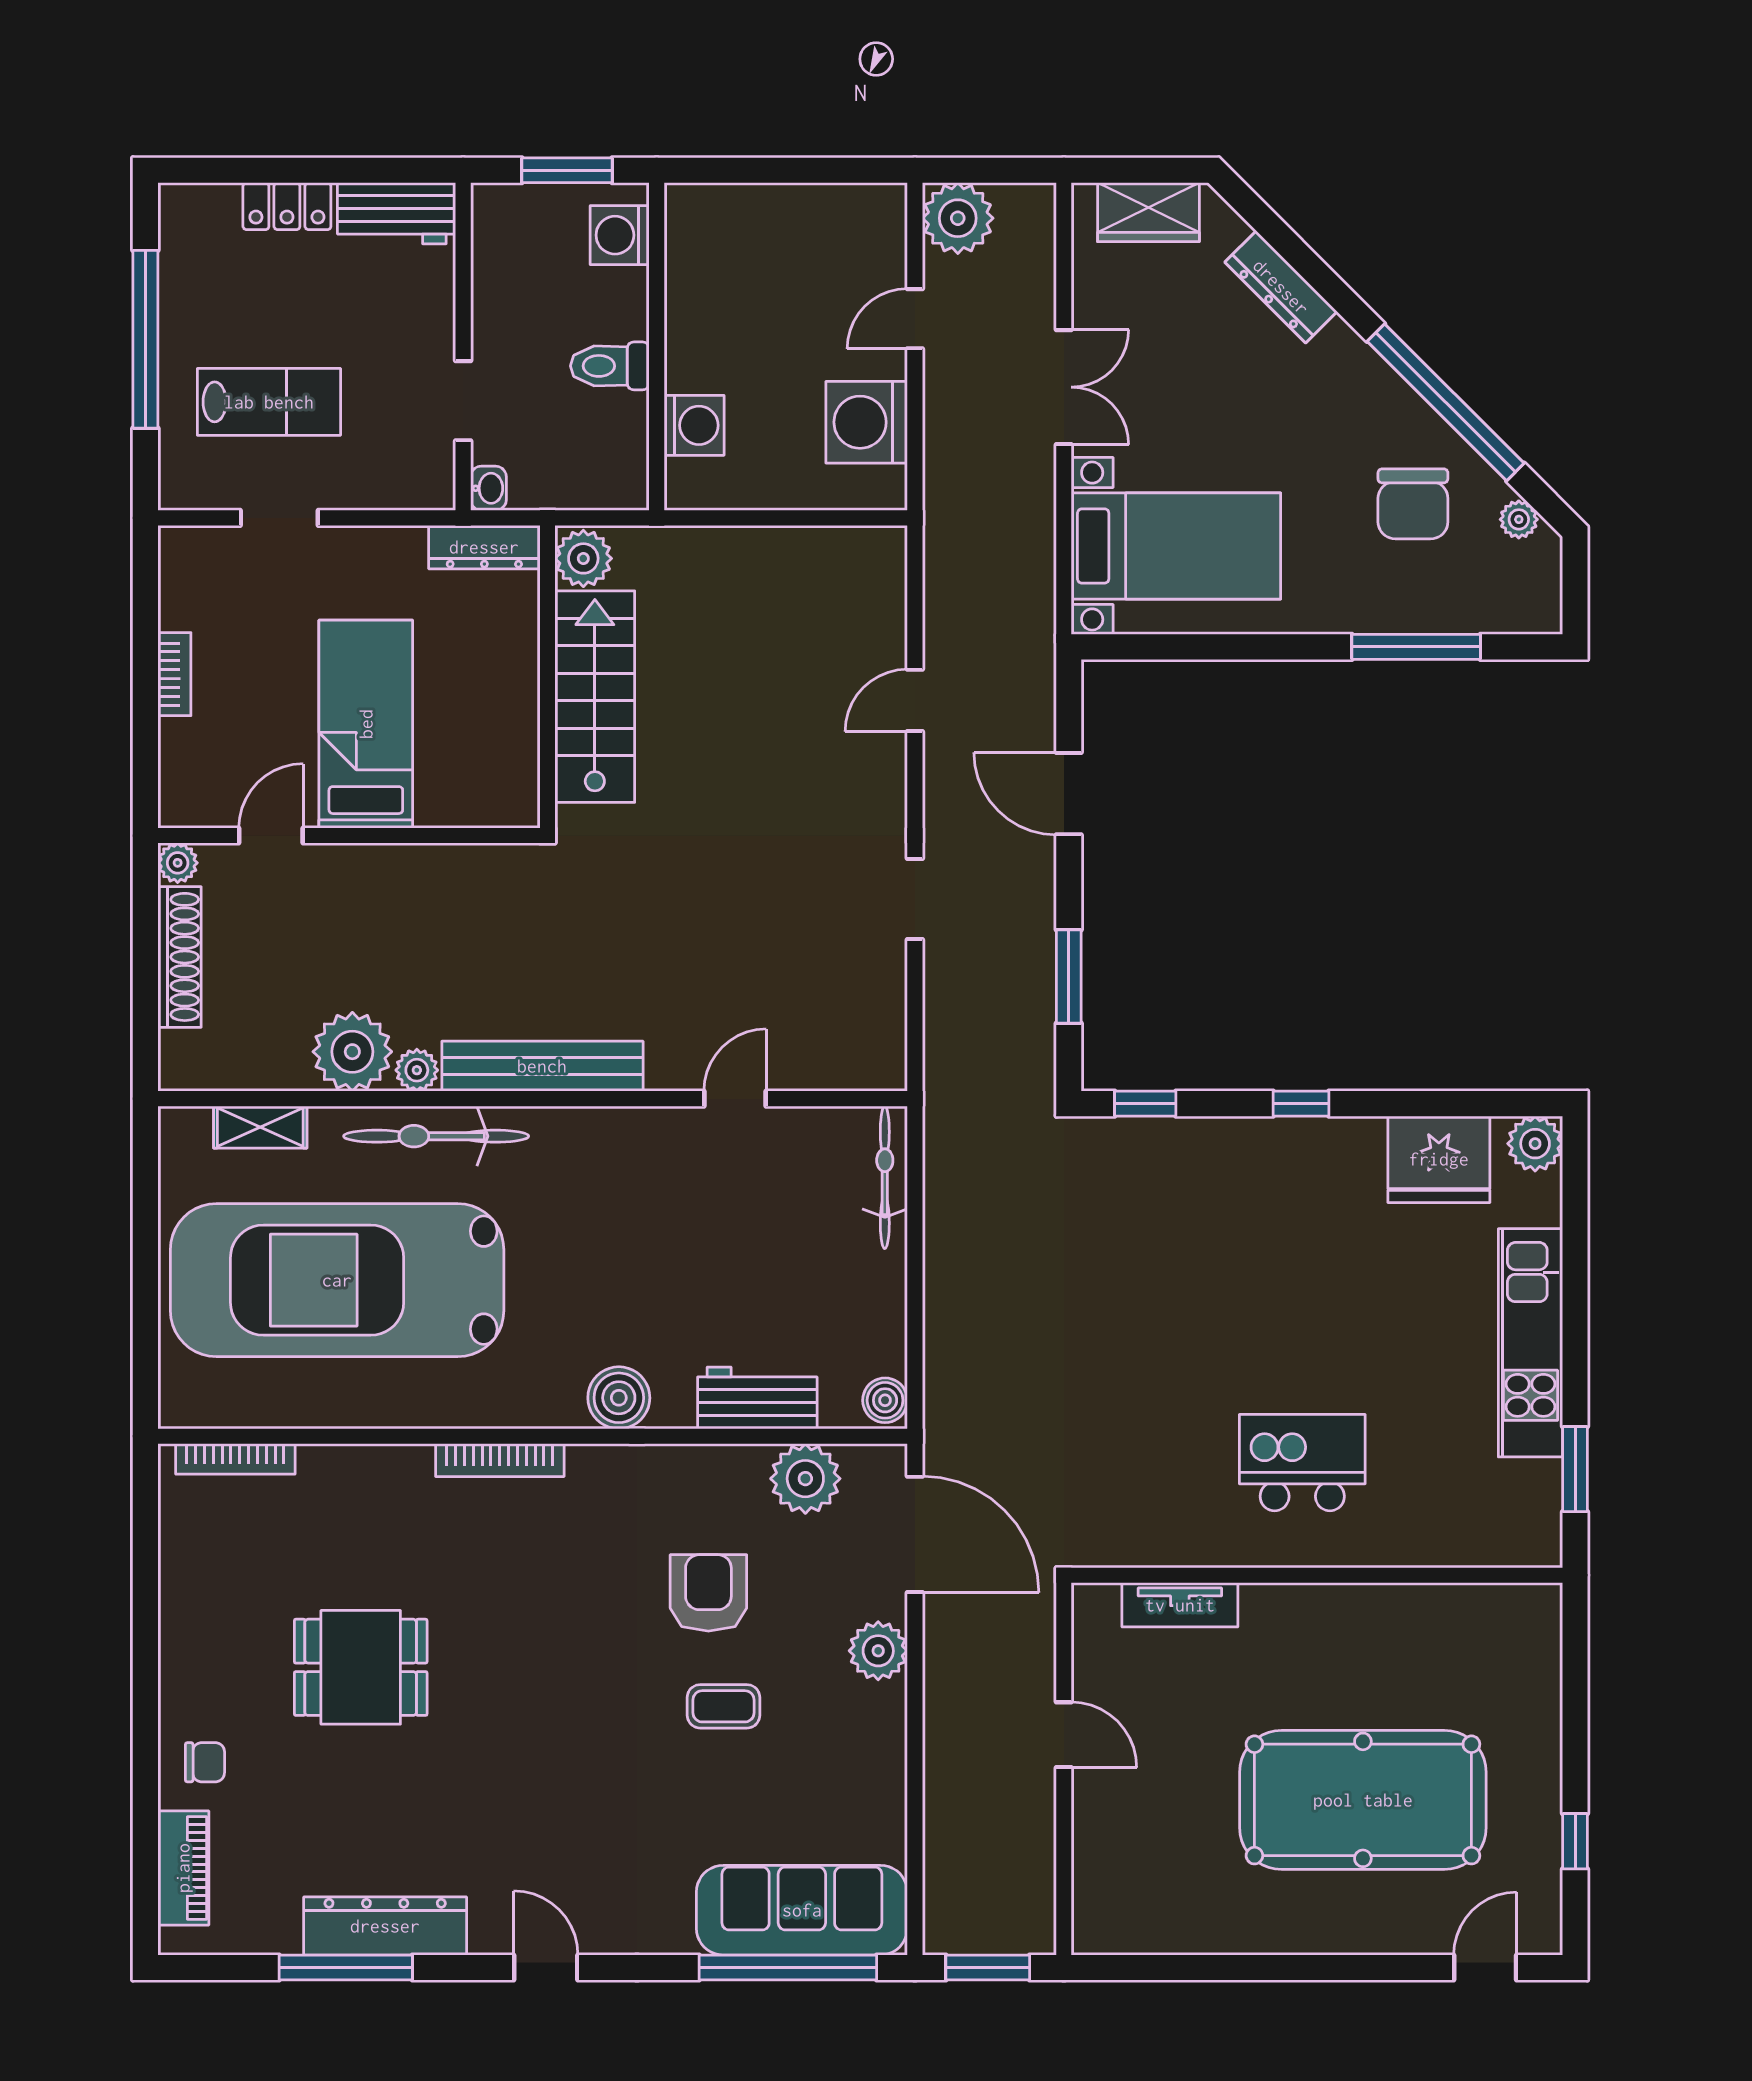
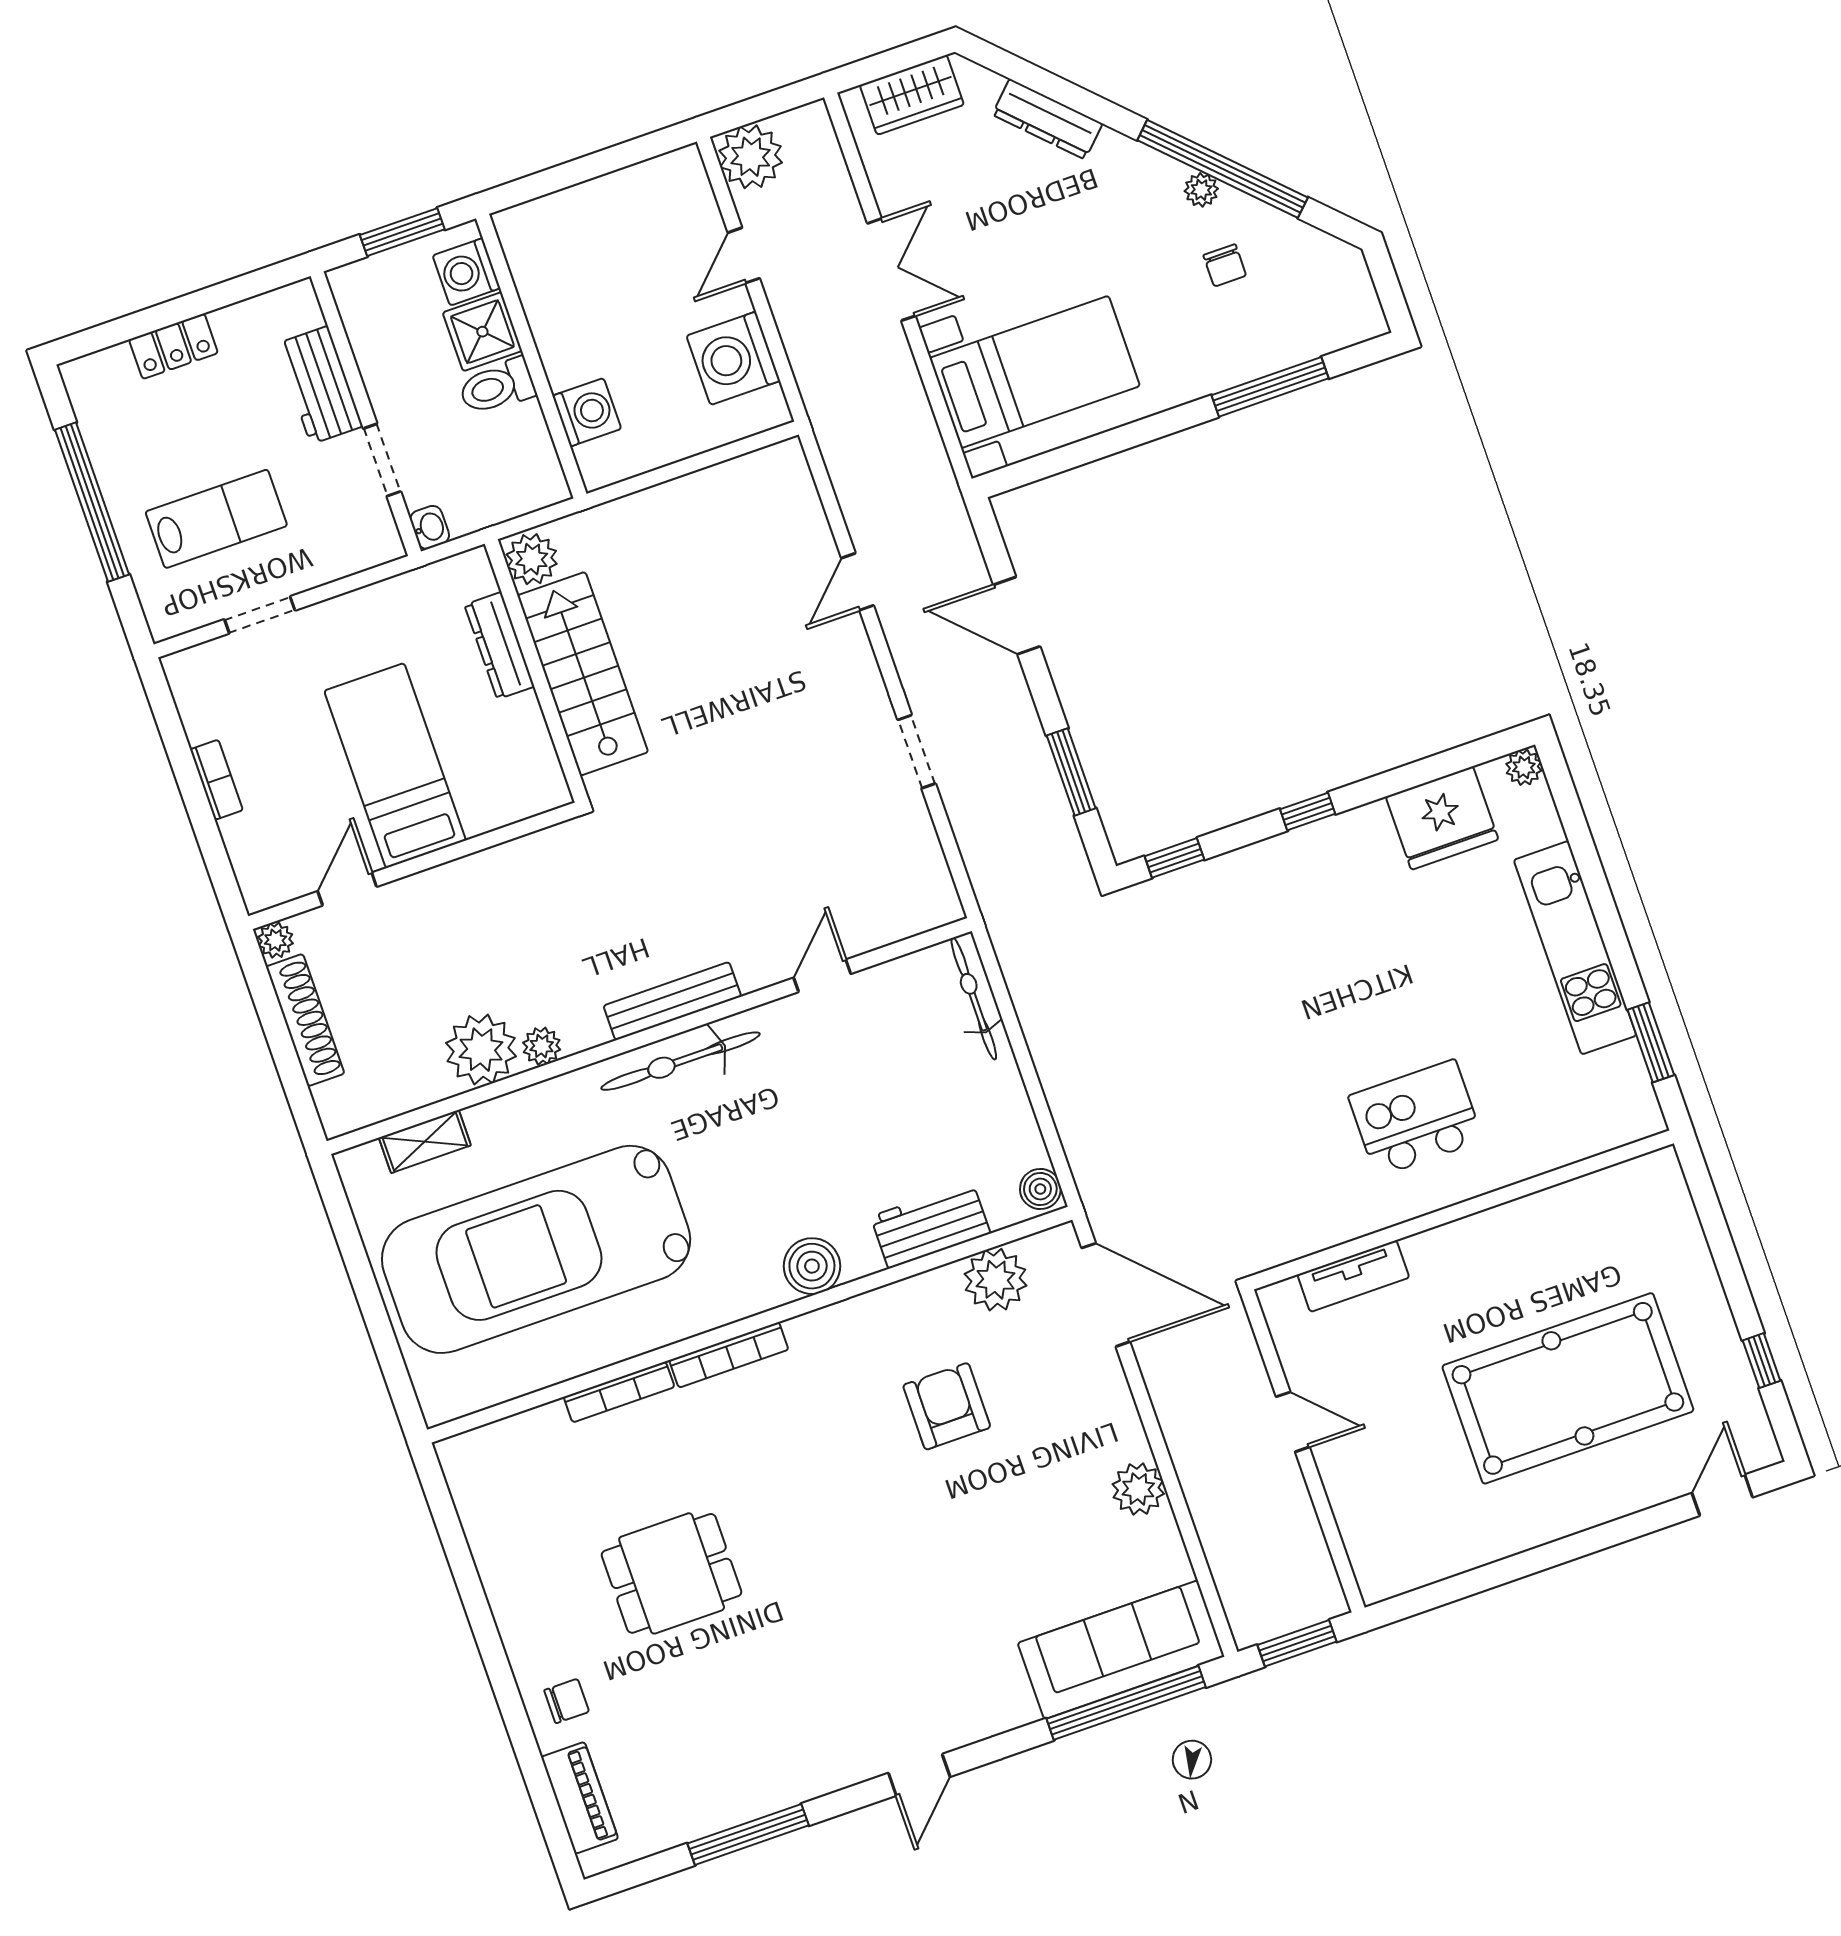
workbench: (397, 213) -> (319, 385), moved, turned 90
shower: (615, 303) -> (482, 332), added
chair: (1413, 504) -> (1225, 265), width x0.54, depth x0.54
plant: (1519, 519) -> (1201, 190), moved
dresser: (484, 547) -> (499, 646), moved, turned 90
bench: (542, 1066) -> (672, 1001), width x0.73, depth x0.82
bicycle: (436, 1136) -> (680, 1061), moved
plant: (1535, 1144) -> (1524, 767), width x0.73, depth x0.73
bookcase: (235, 1459) -> (619, 1392), moved
plant: (878, 1651) -> (1138, 1489), moved
coffee table: (724, 1706) -> (993, 1499), removed
dresser: (385, 1926) -> (769, 1787), removed
door: (546, 1967) -> (919, 1775), swing flipped

